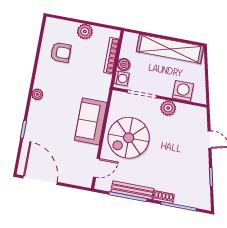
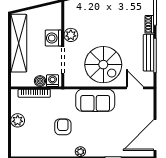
armchair: (61, 52) -> (63, 127), moved
washing machine: (183, 91) -> (53, 38), moved

